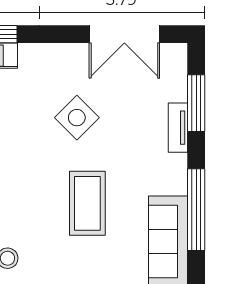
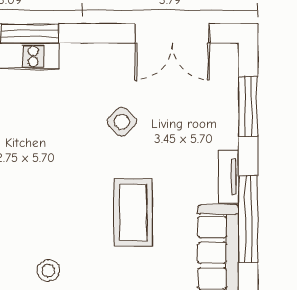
side table: (77, 118) -> (122, 122), width x0.73, depth x0.73
tv unit: (178, 128) -> (229, 177), moved

